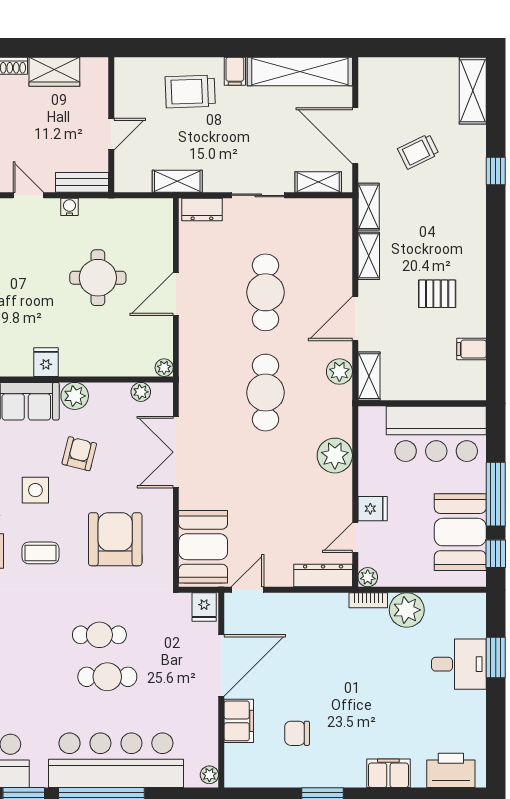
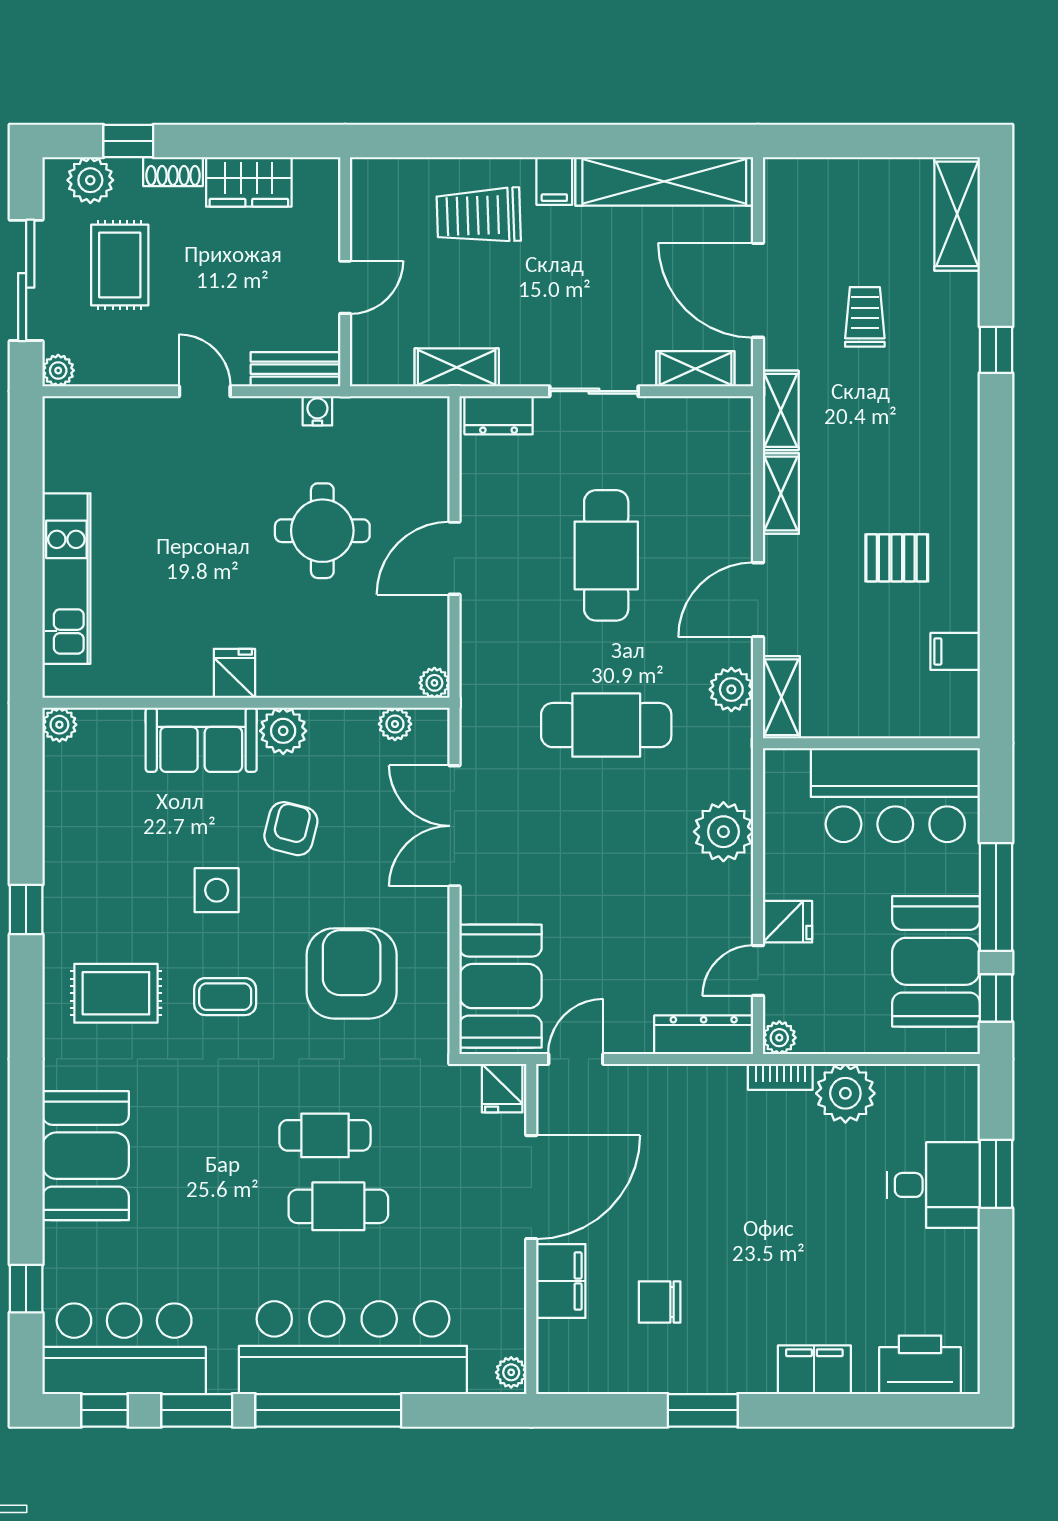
trolley: (418, 151) -> (865, 317), turned 116
water cooler: (69, 207) -> (317, 411), moved
cafe table: (266, 393) -> (606, 725), turned 90

